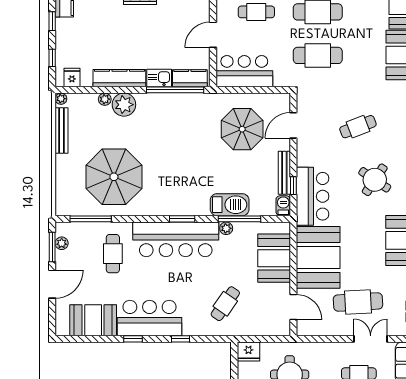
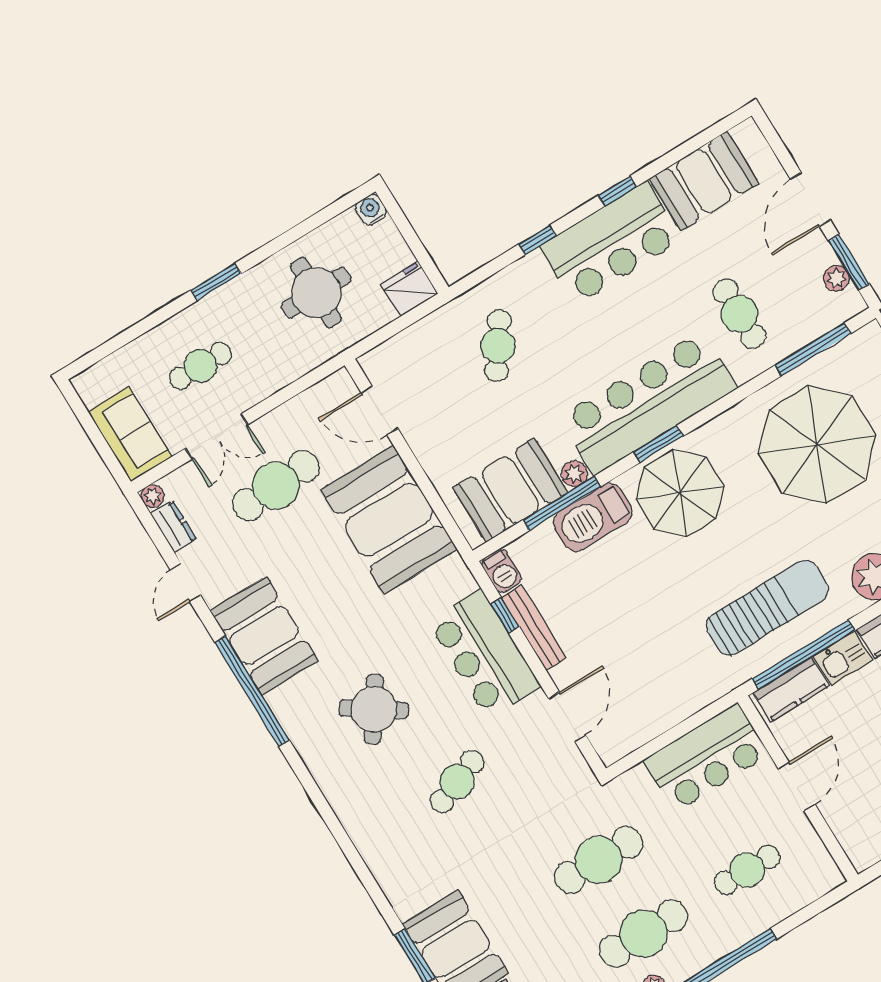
sun lounger: (178, 120) -> (767, 608), added
parasol: (242, 129) -> (680, 493), moved
bar counter: (313, 196) -> (484, 654), moved
booth: (274, 258) -> (510, 490), moved, turned 90

